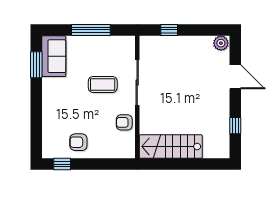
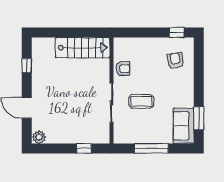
armchair: (78, 142) -> (175, 60), moved, turned -100

